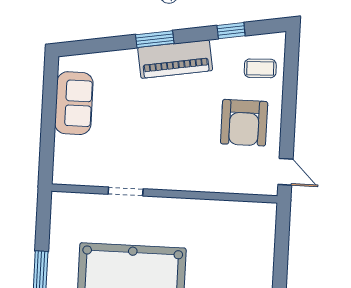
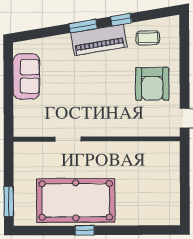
window: (231, 31) -> (121, 20), moved
coffee table: (260, 68) -> (148, 38), moved

